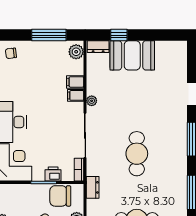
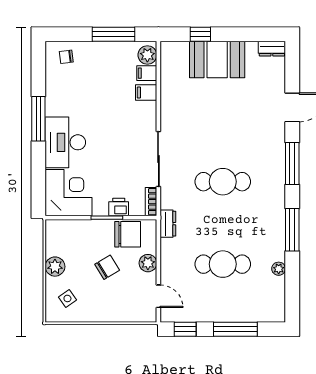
dresser: (98, 47) -> (272, 49), moved
filing cabinet: (76, 95) -> (147, 73), moved
plant: (92, 101) -> (167, 116), removed
cafe table: (137, 154) -> (223, 182), turned 90
chair: (60, 196) -> (128, 234), turned 180

